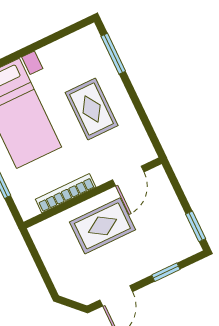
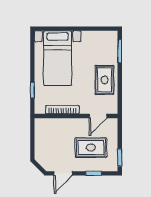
rug: (92, 109) -> (105, 80), moved
rug: (102, 226) -> (91, 148), moved

